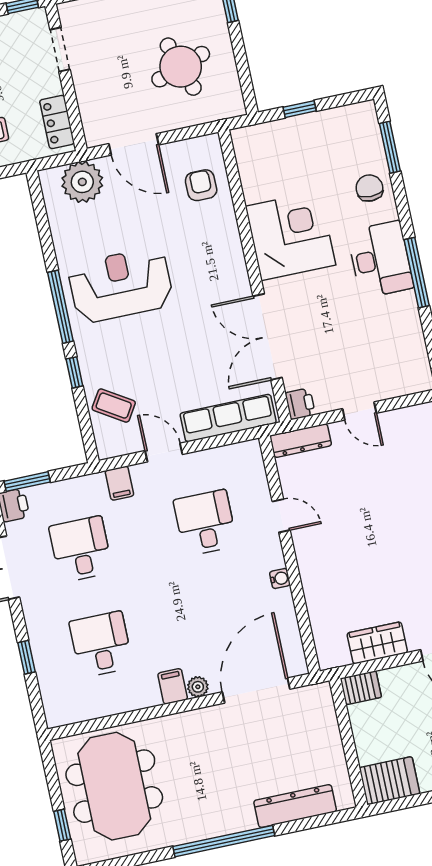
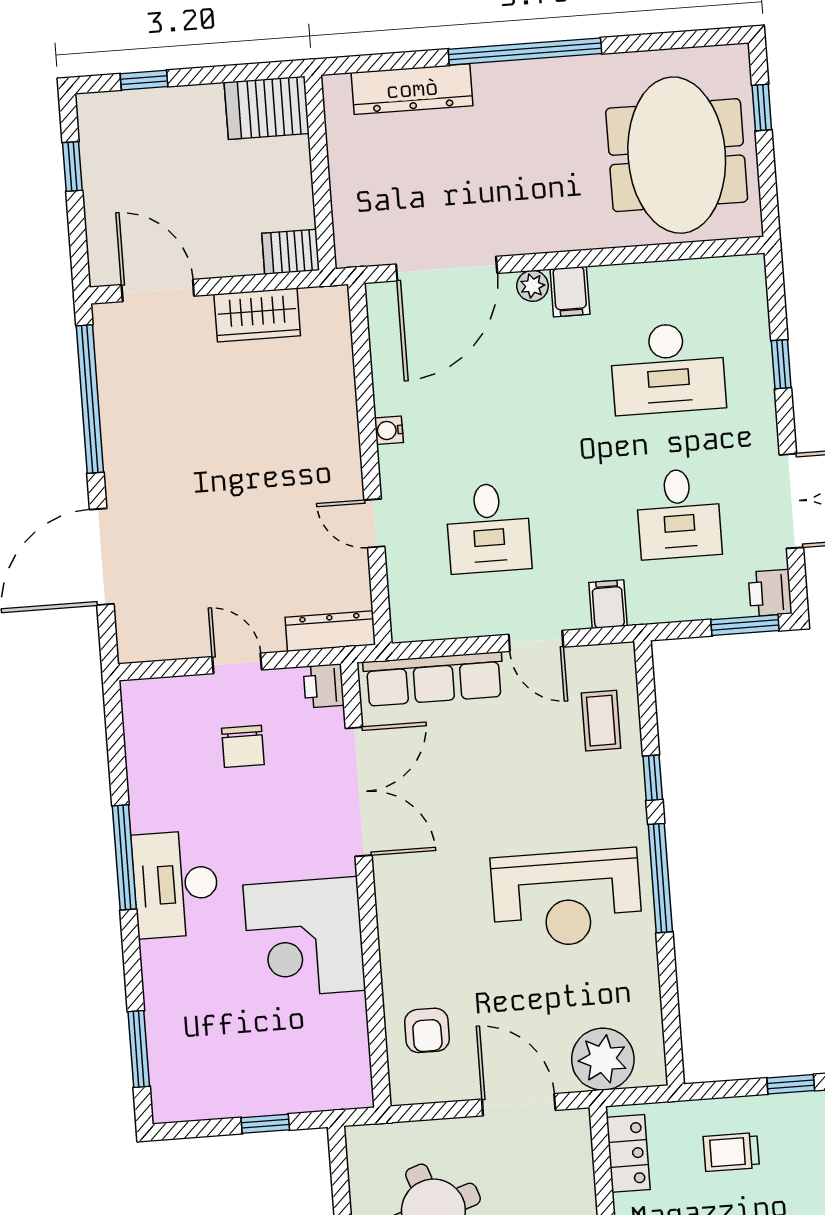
chair: (369, 188) -> (243, 746), moved
coffee table: (114, 406) -> (601, 721), turned 58
desk: (101, 644) -> (668, 368), width x1.37

